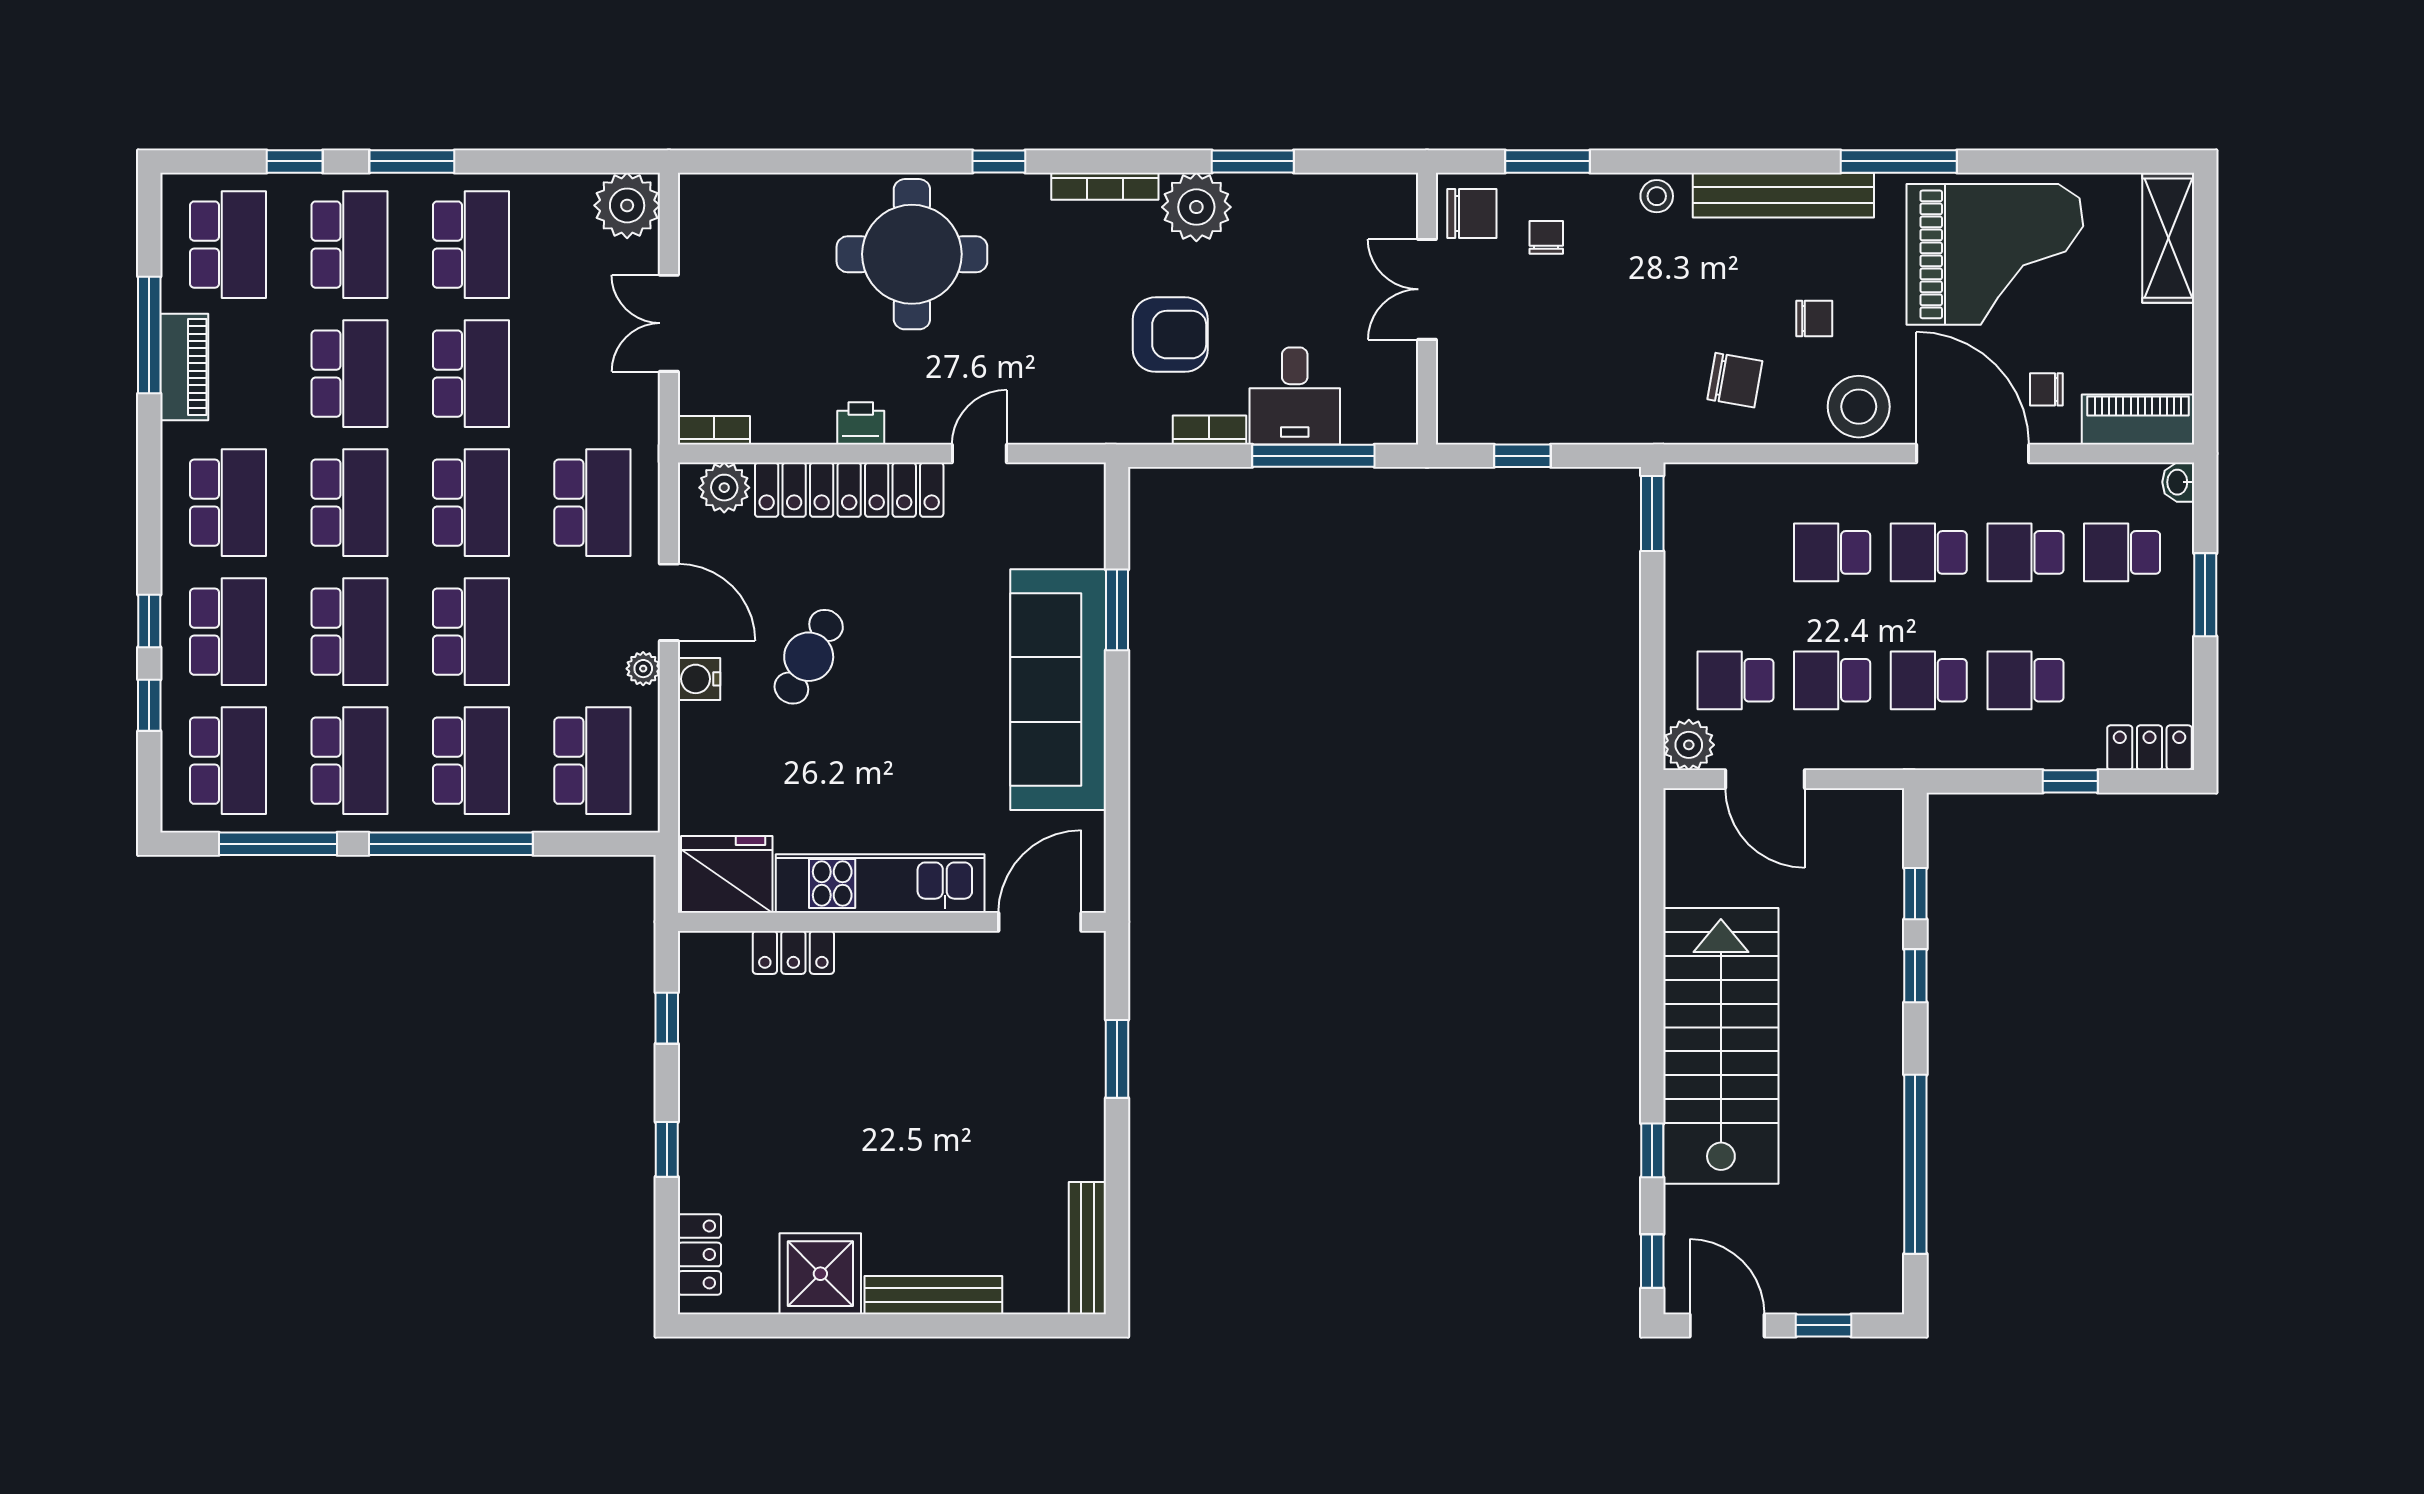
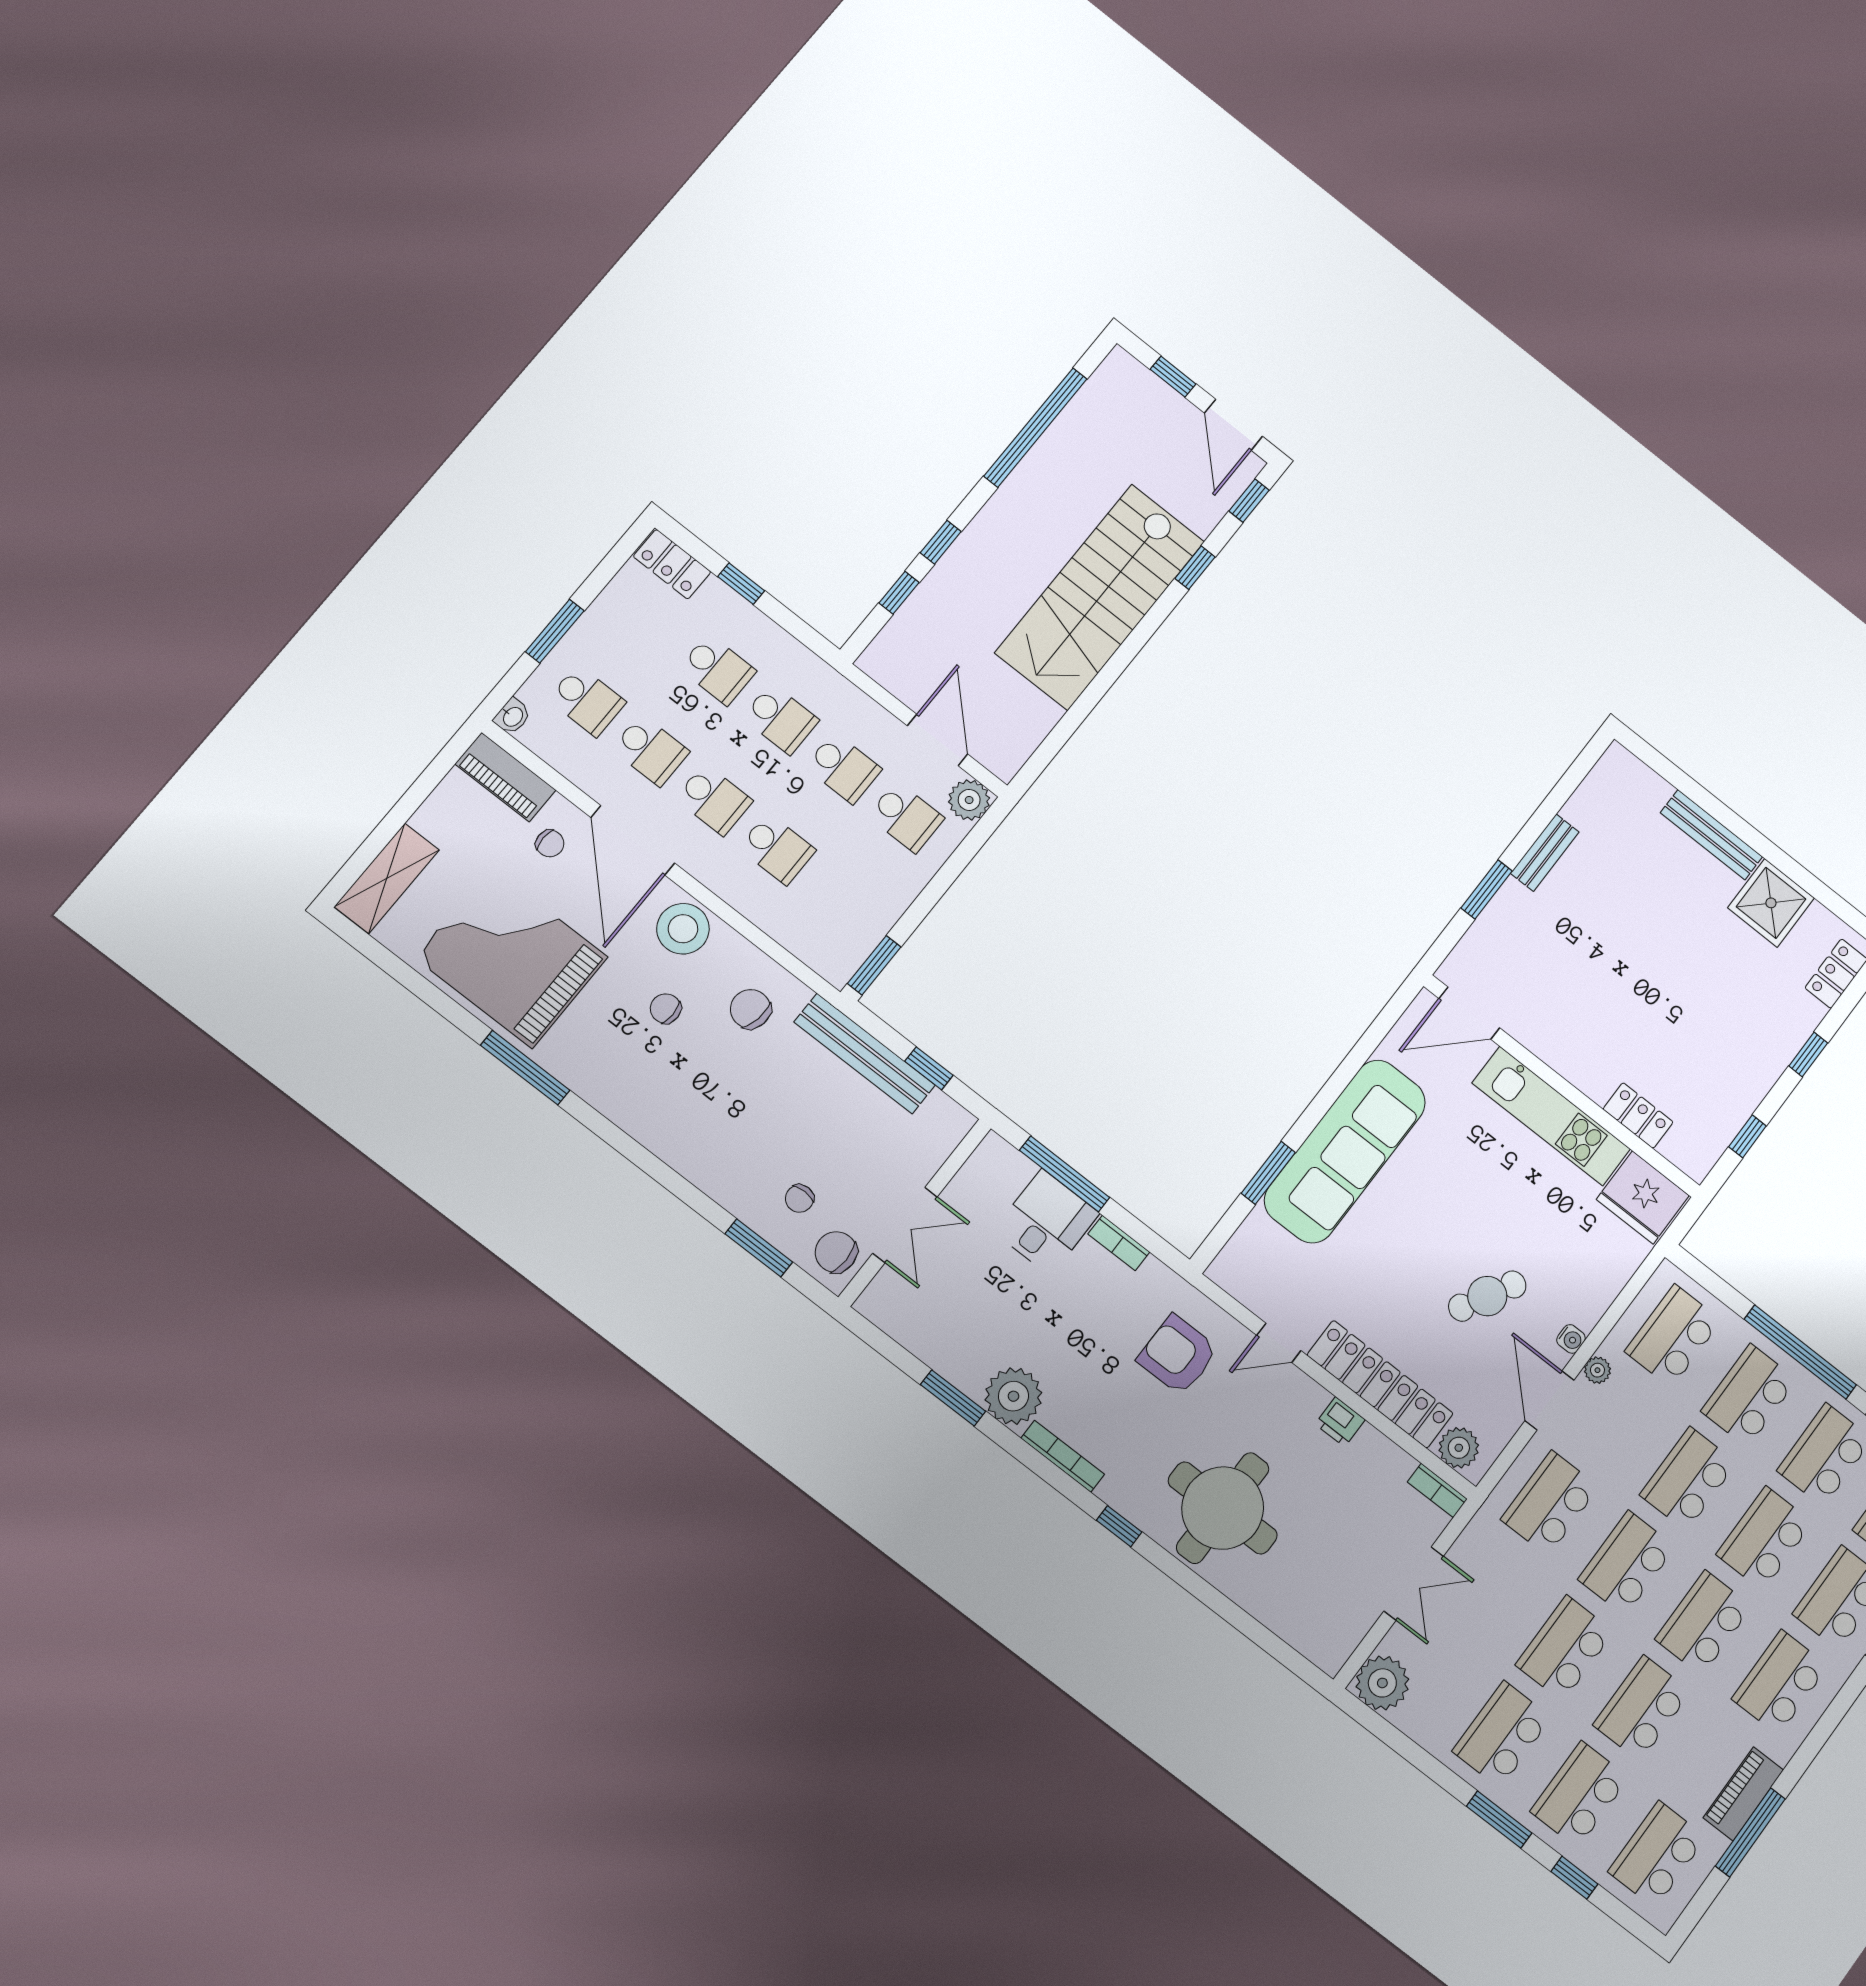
bench: (1783, 195) -> (865, 1054), moved
stool: (1657, 196) -> (705, 1169), removed
armchair: (1170, 335) -> (1178, 1355), moved
water cooler: (699, 679) -> (1571, 1339), width x0.72, depth x0.72
bench: (1087, 1248) -> (1545, 853), moved, width x0.73

